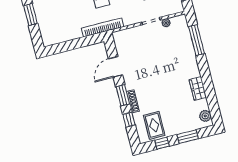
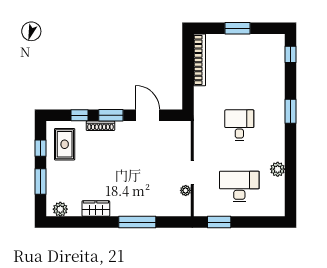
bookcase: (103, 27) -> (200, 60), moved
window: (197, 40) -> (137, 222), moved
rug: (154, 125) -> (65, 144), turned 90

